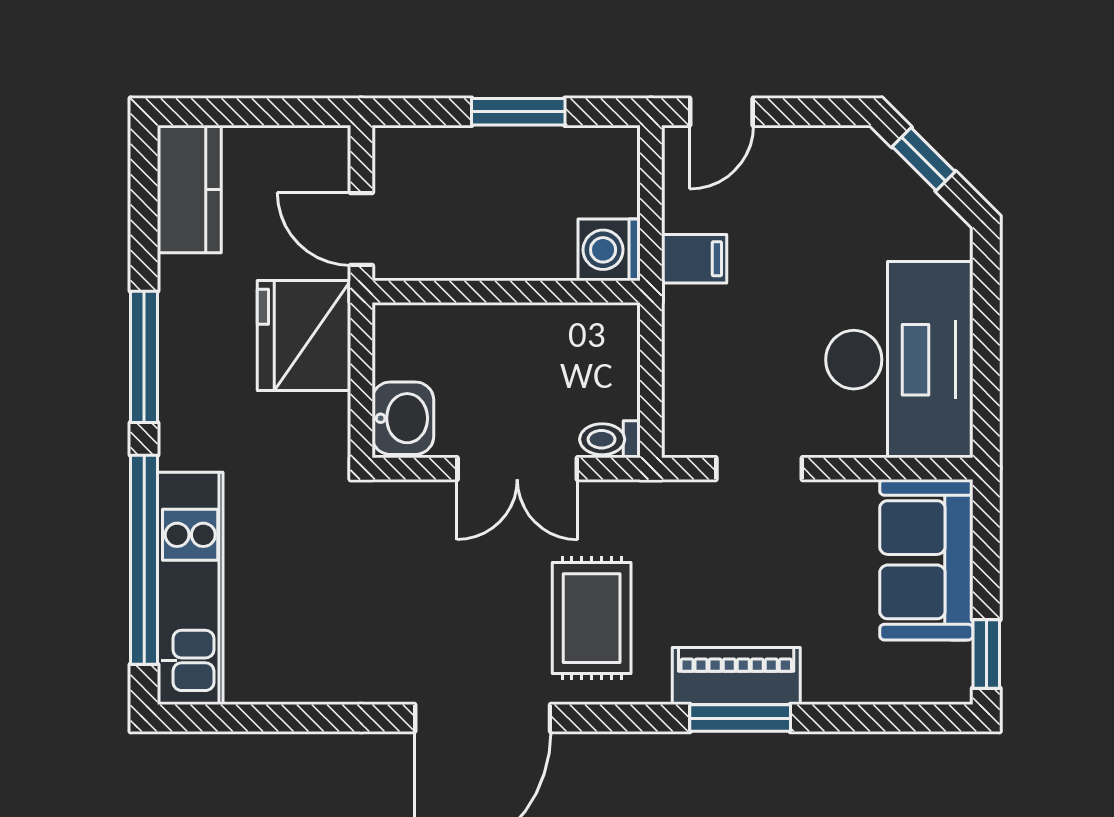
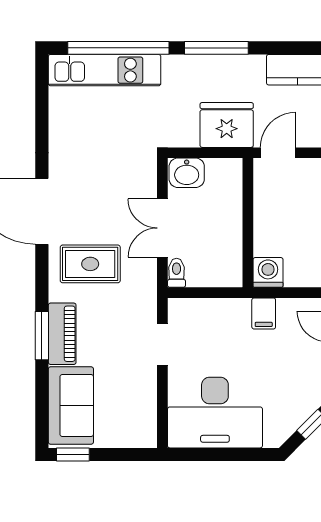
sofa: (926, 560) -> (71, 406), moved, turned 90

